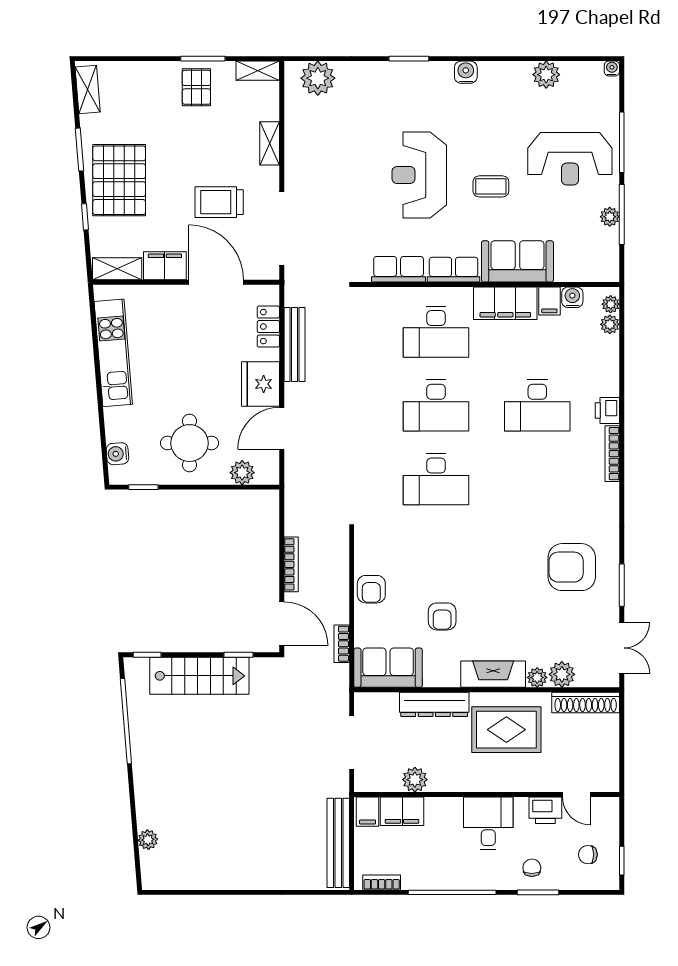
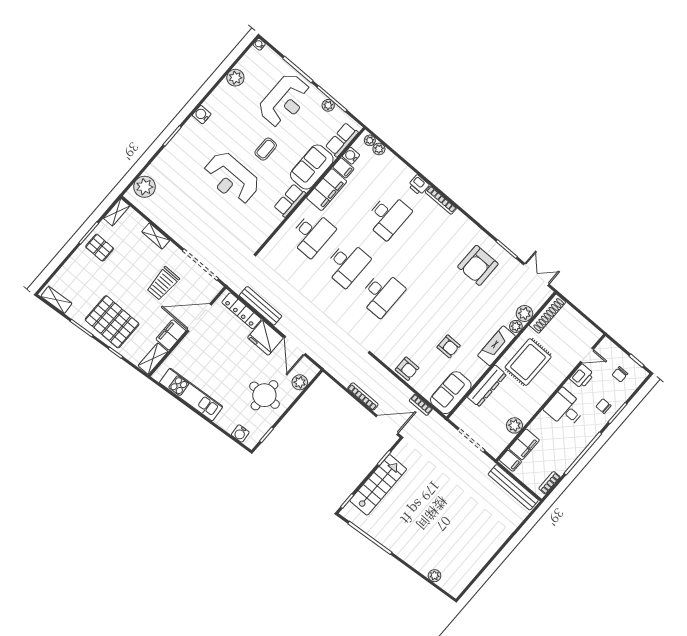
row of seats: (399, 269) -> (342, 140), moved
locker: (268, 327) -> (242, 311), width x1.53

